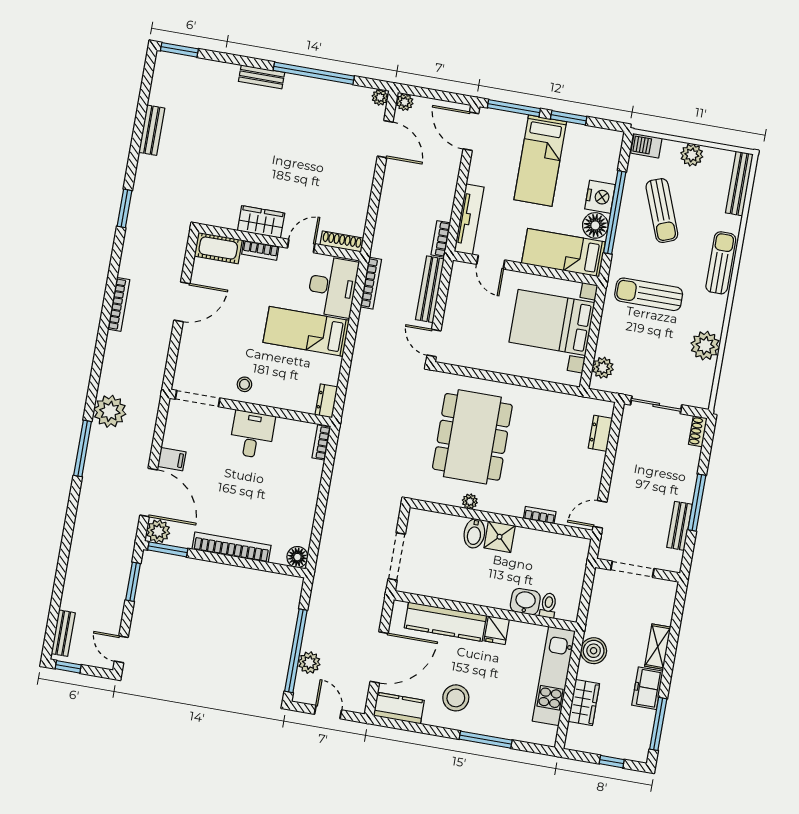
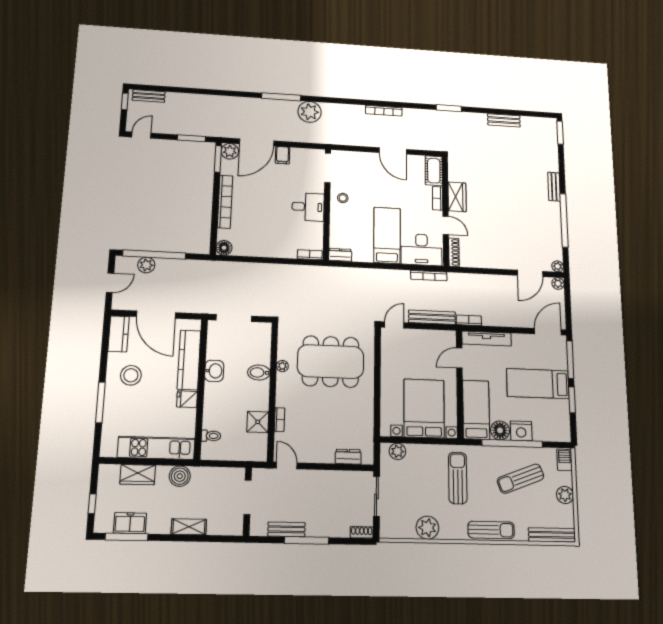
shower: (500, 537) -> (258, 422), moved
washbasin: (525, 602) -> (214, 371), moved
freezer: (647, 688) -> (130, 523), moved

